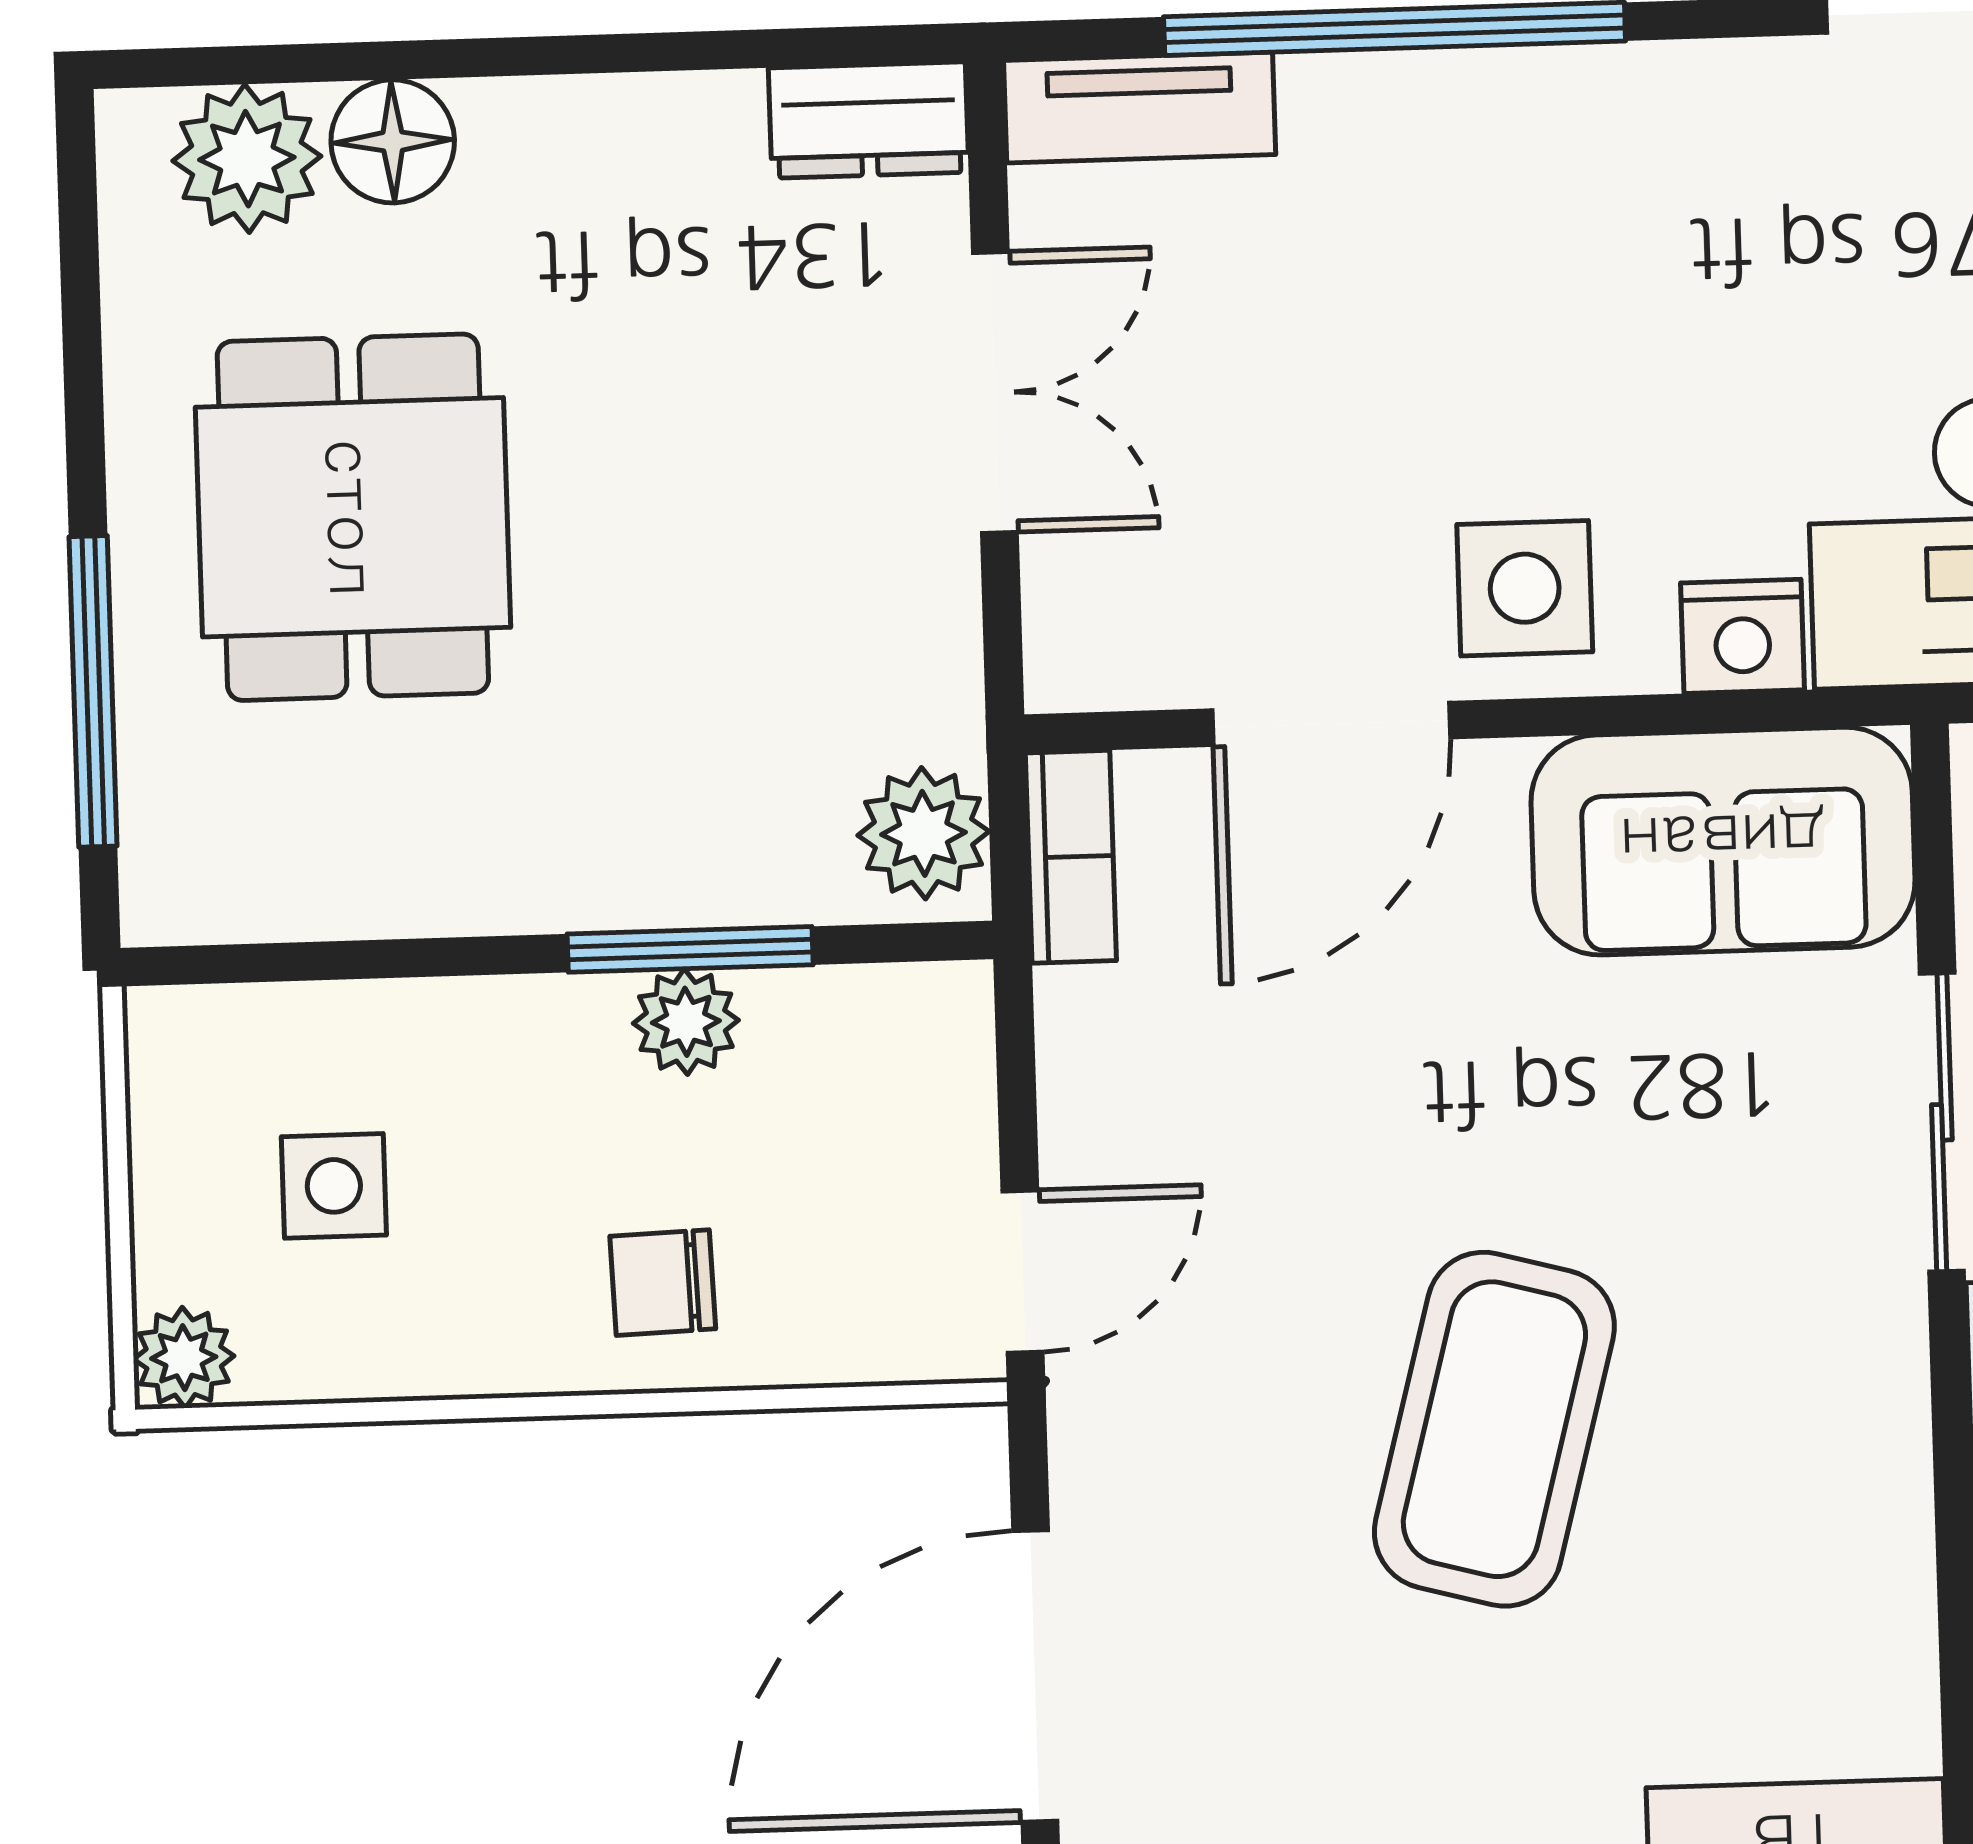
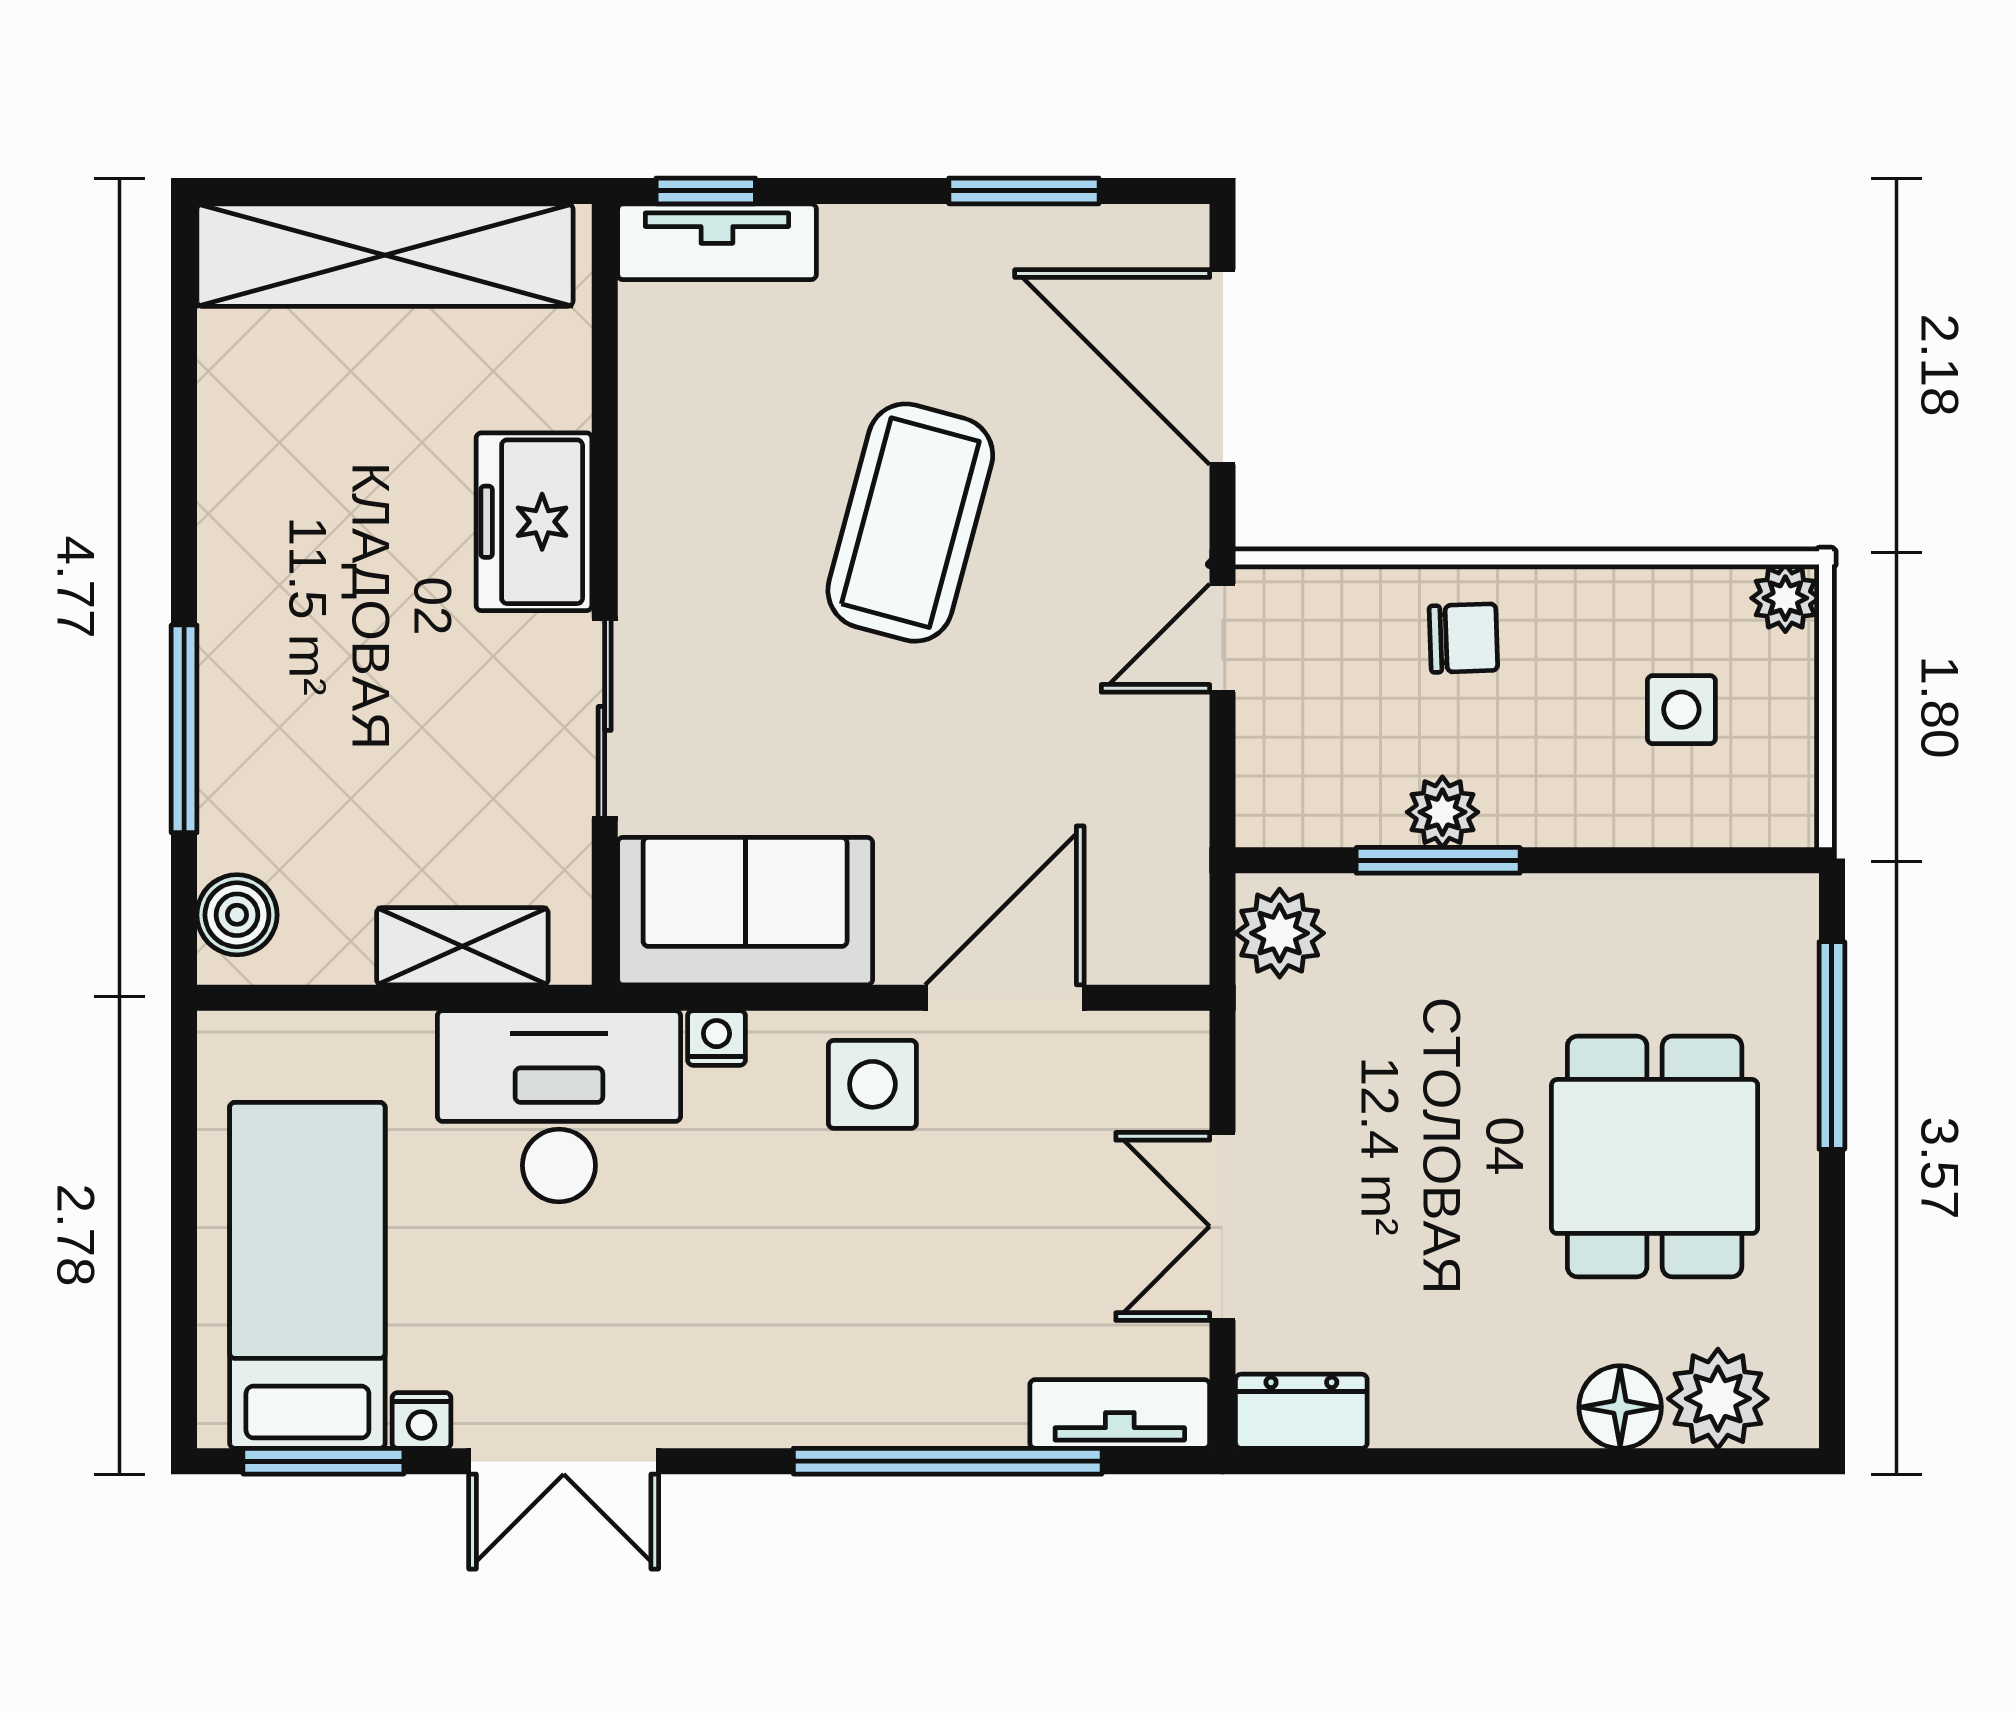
nightstand: (1742, 636) -> (716, 1038), width x0.72, depth x0.74
bookcase: (1071, 857) -> (1182, 914), removed
door: (1035, 1676) -> (1223, 367), swing flipped

